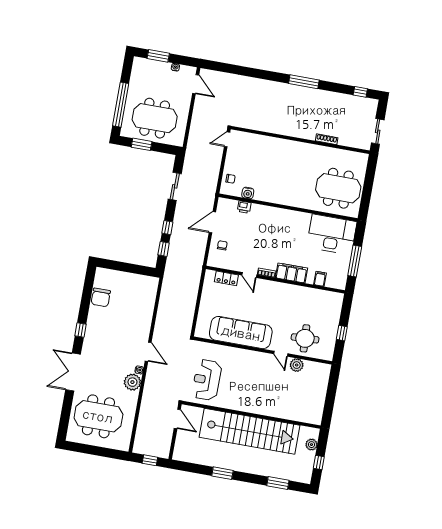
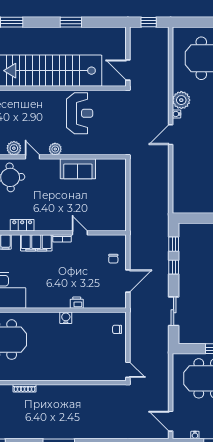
door: (227, 139) -> (128, 370), hinge flipped
water cooler: (248, 193) -> (66, 318), moved
printer: (244, 207) -> (77, 303), moved
locker: (226, 278) -> (22, 225), moved
sofa: (241, 333) -> (78, 169), width x0.54, depth x0.79
door: (148, 352) -> (171, 135), hinge flipped
plant: (258, 357) -> (55, 149), added
reception desk: (207, 380) -> (80, 113), moved

